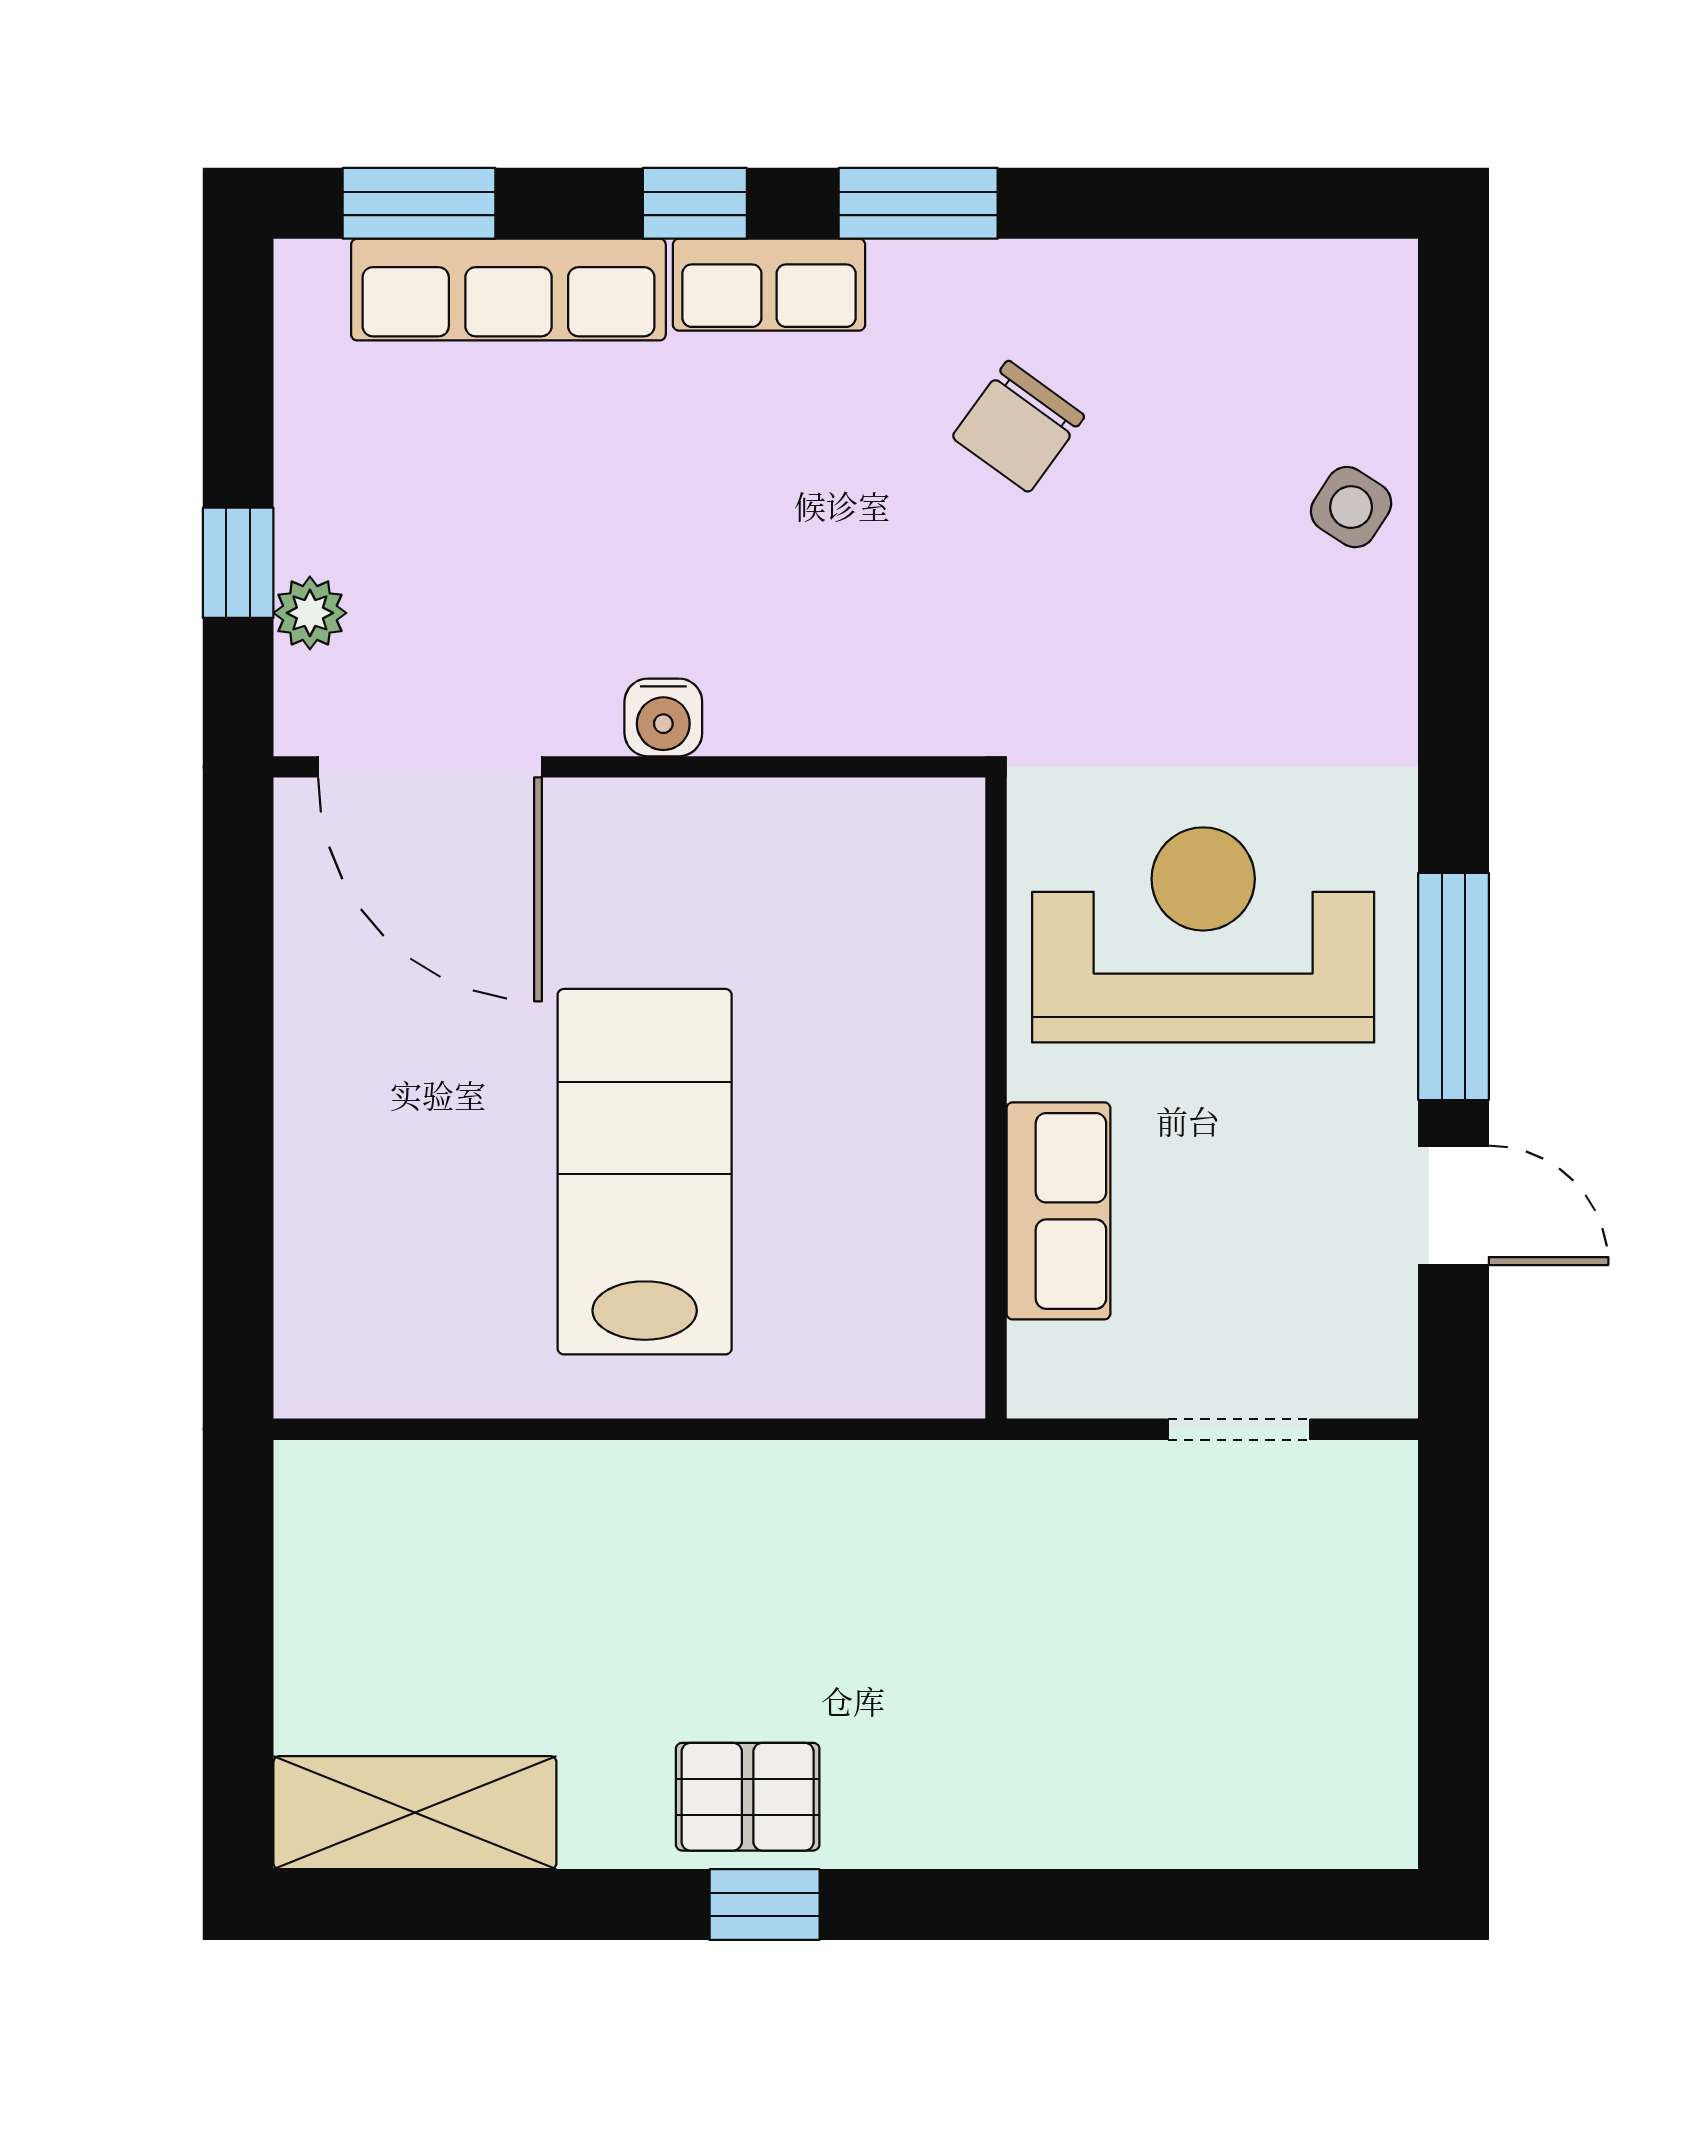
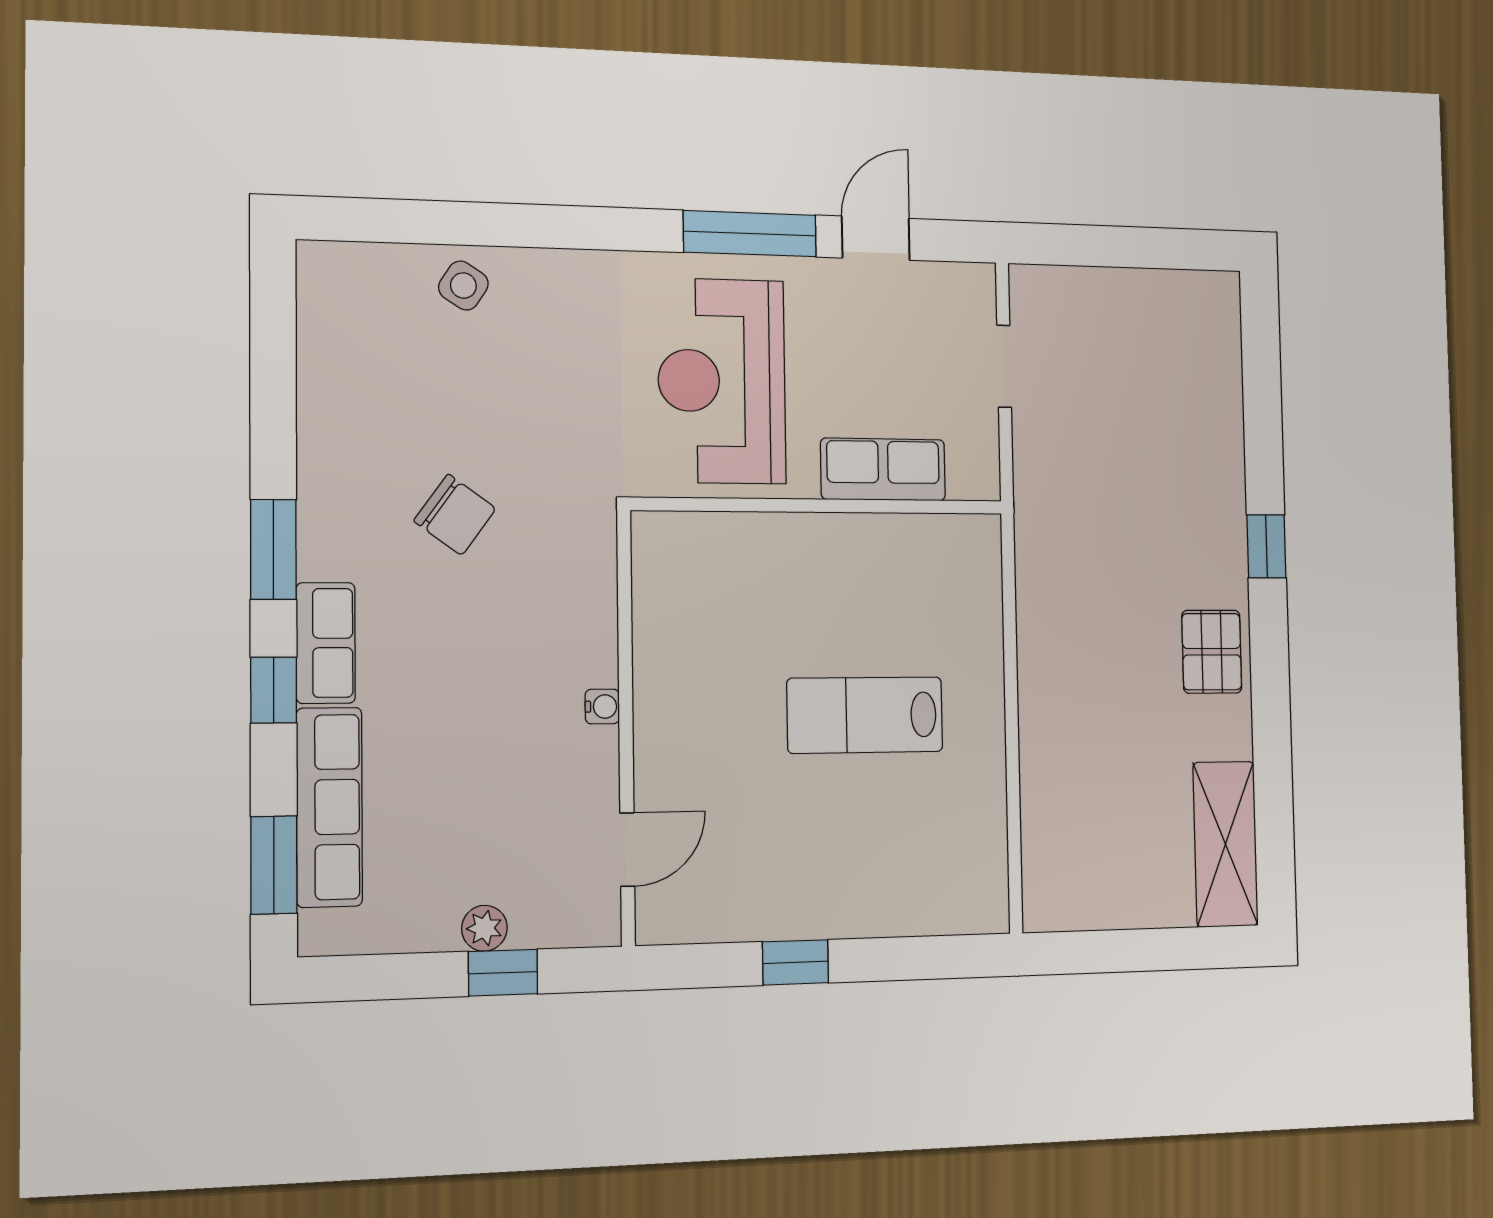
chair: (1018, 426) -> (455, 515), moved
plant: (310, 613) -> (484, 928), moved
water cooler: (663, 717) -> (602, 707), width x0.72, depth x0.72
door: (430, 767) -> (627, 850), width x0.53
window: (238, 1045) -> (795, 962), added
lab bench: (645, 1172) -> (865, 715), width x0.73, depth x0.72
window: (765, 1905) -> (1266, 546), moved

